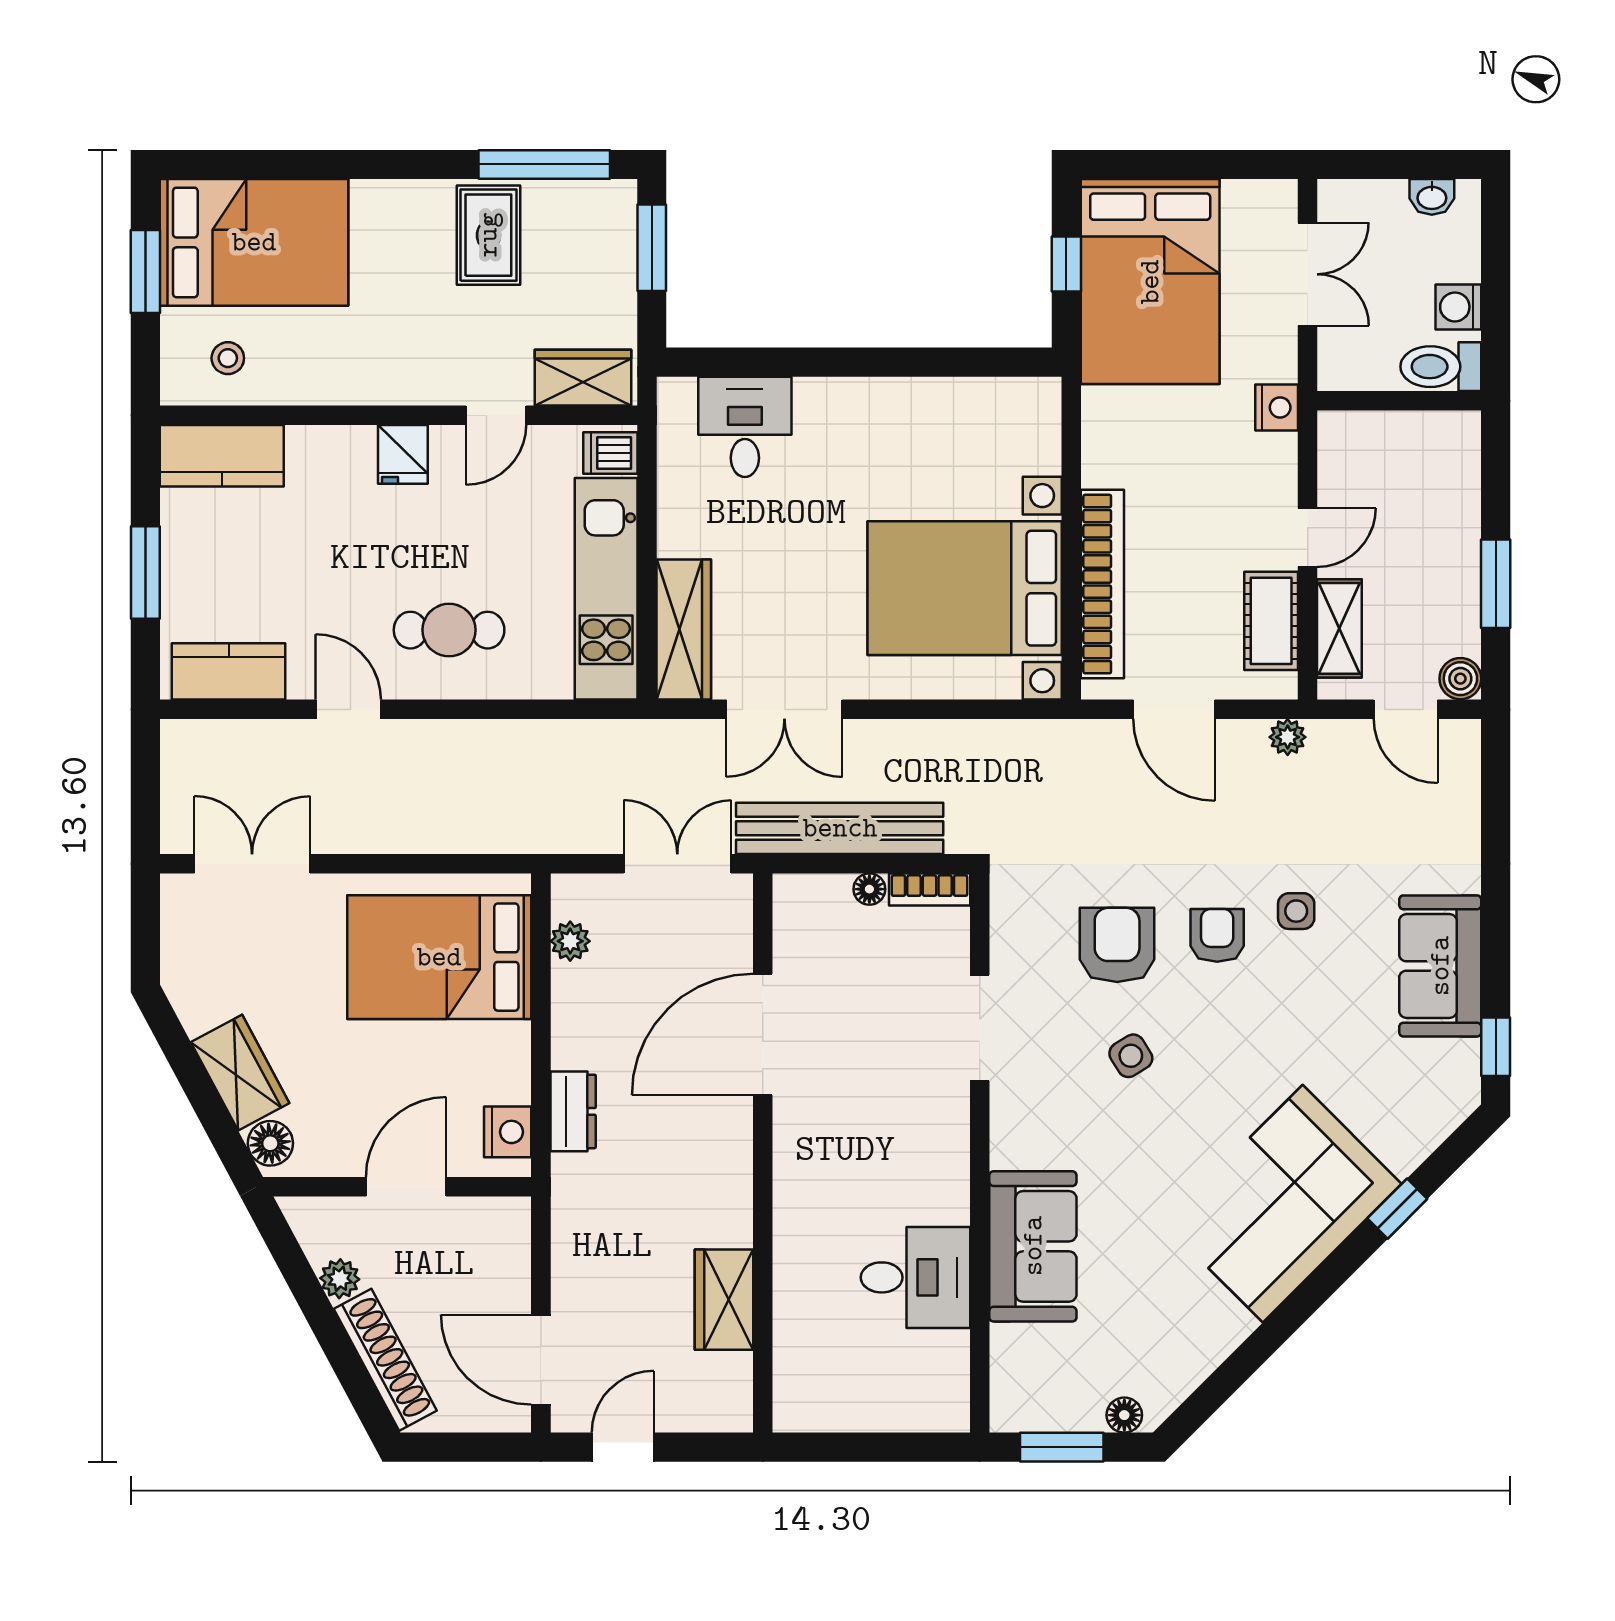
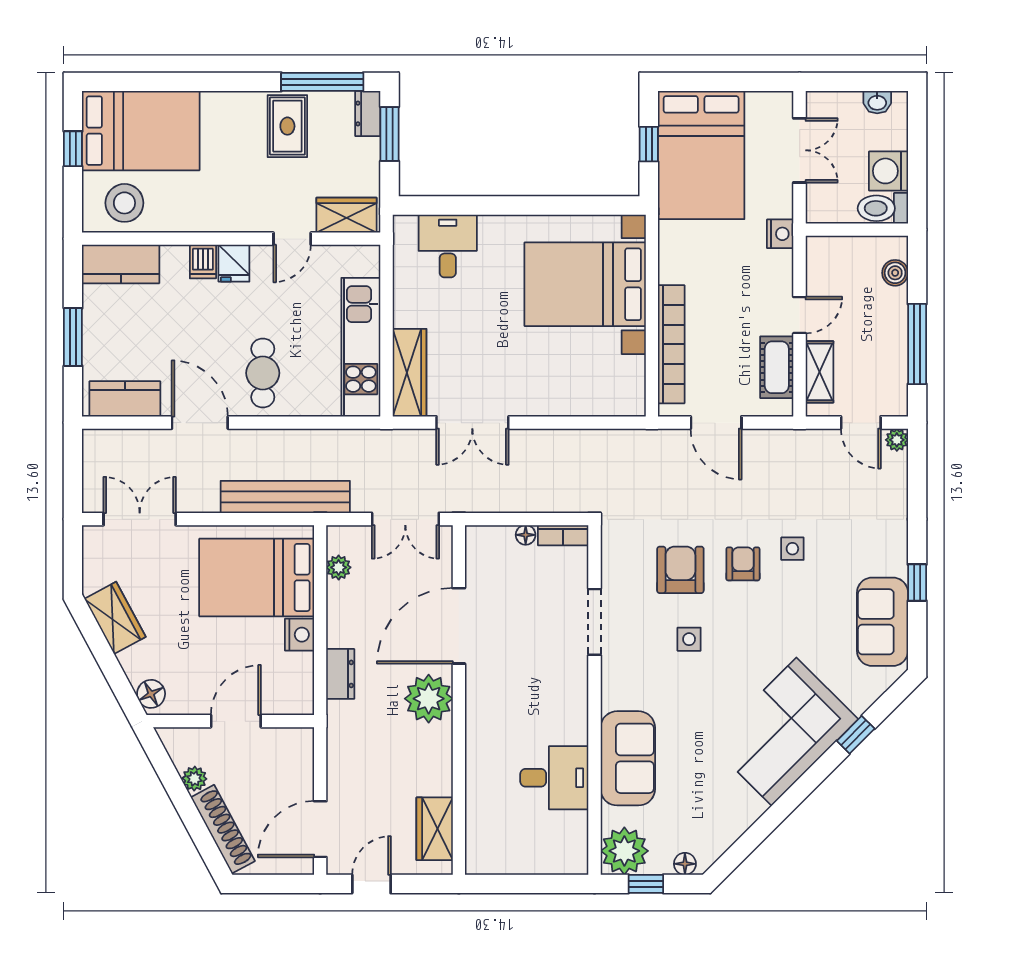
dresser: (617, 215) -> (368, 113), added
window: (145, 272) -> (73, 149), width x0.67
washing machine: (1458, 307) -> (889, 171), width x1.38, depth x1.38
stool: (228, 358) -> (124, 203), width x1.89, depth x1.89
dishwasher: (610, 453) -> (203, 262), moved, turned -90
window: (1496, 584) -> (917, 344), width x1.44
bed with nightstands: (965, 588) -> (585, 284), moved
cafe table: (449, 630) -> (263, 373), turned 90
boiler: (1460, 679) -> (895, 273), moved
door: (348, 709) -> (200, 423), width x1.38
plant: (1288, 737) -> (897, 440), moved
bench: (840, 828) -> (285, 497), moved
double door: (677, 864) -> (405, 519), swing flipped
sofa: (1440, 966) -> (882, 622), moved
window: (1496, 1047) -> (917, 583), moved
side table: (1131, 1056) -> (689, 639), turned 32
wardrobe: (240, 1073) -> (115, 618), moved
nightstand: (508, 1132) -> (299, 635), moved
plant: (714, 1151) -> (429, 699), added
wardrobe: (724, 1300) -> (435, 829), moved
door: (541, 1360) -> (320, 829), hinge flipped
plant: (1027, 1395) -> (624, 851), added
window: (1062, 1447) -> (646, 884), width x0.67

